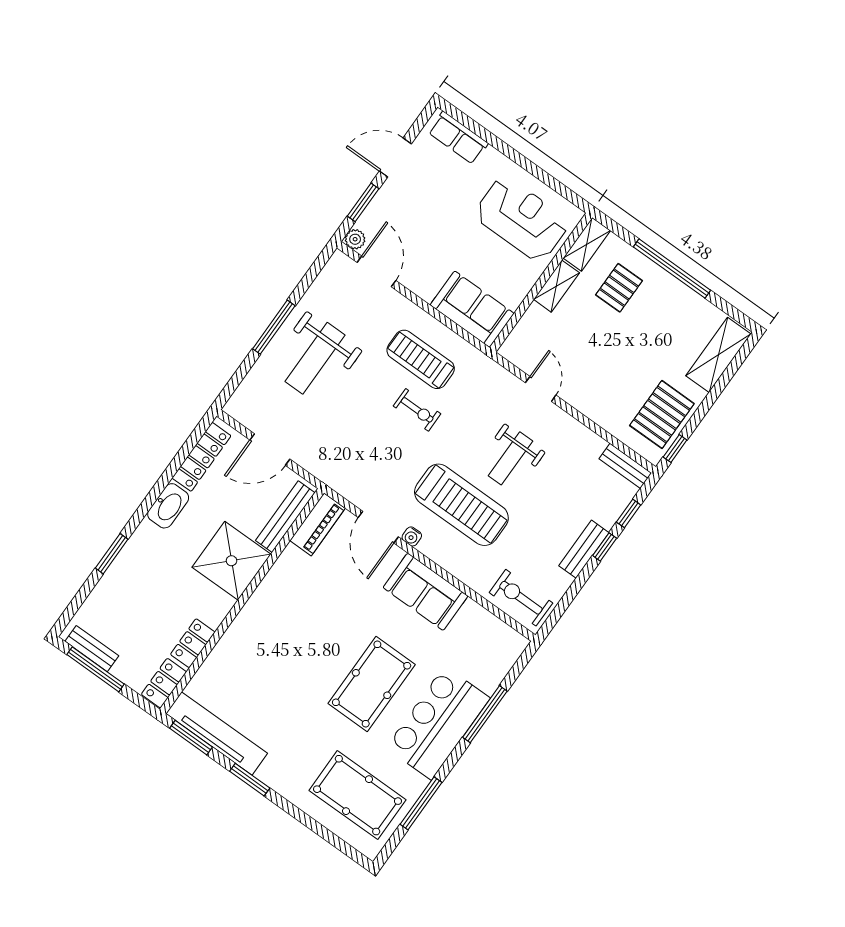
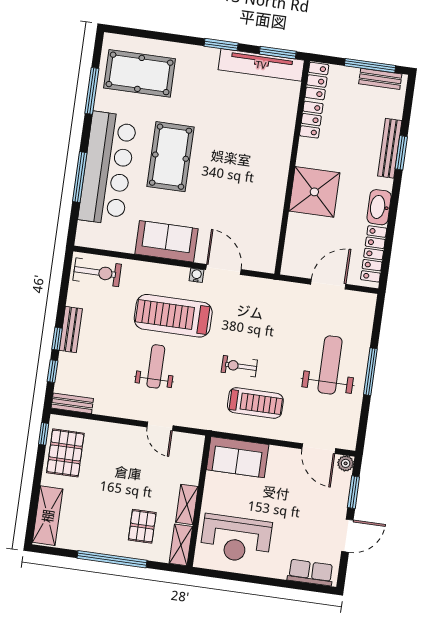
bench: (285, 517) -> (390, 148), moved
piano: (318, 524) -> (267, 249), removed
bar counter: (438, 723) -> (108, 168), width x1.36

